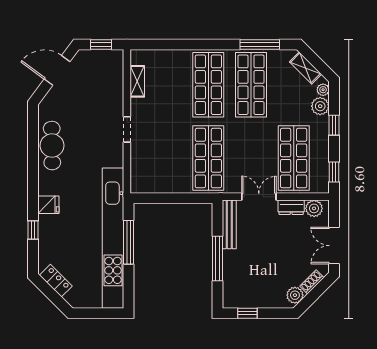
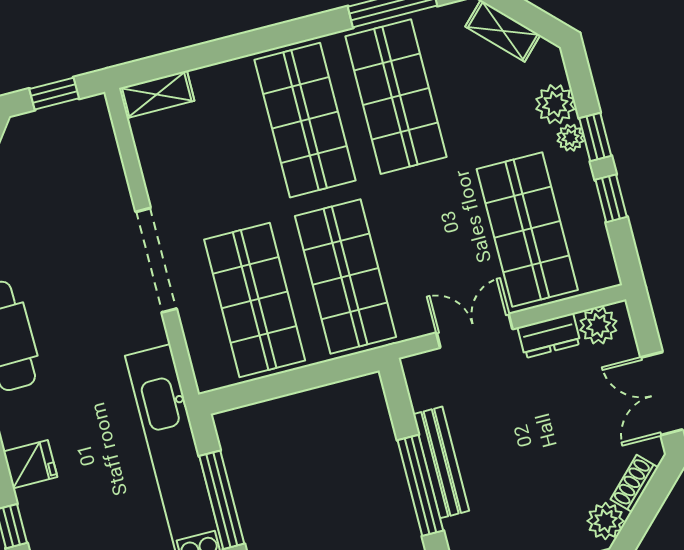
shelving: (137, 81) -> (157, 94), moved, turned 90
plant: (323, 90) -> (570, 138), moved
doorway: (127, 129) -> (156, 260), width x1.88
shop shelf: (166, 158) -> (255, 300), added
window: (334, 172) -> (611, 198), moved
bench: (229, 224) -> (441, 462), moved

